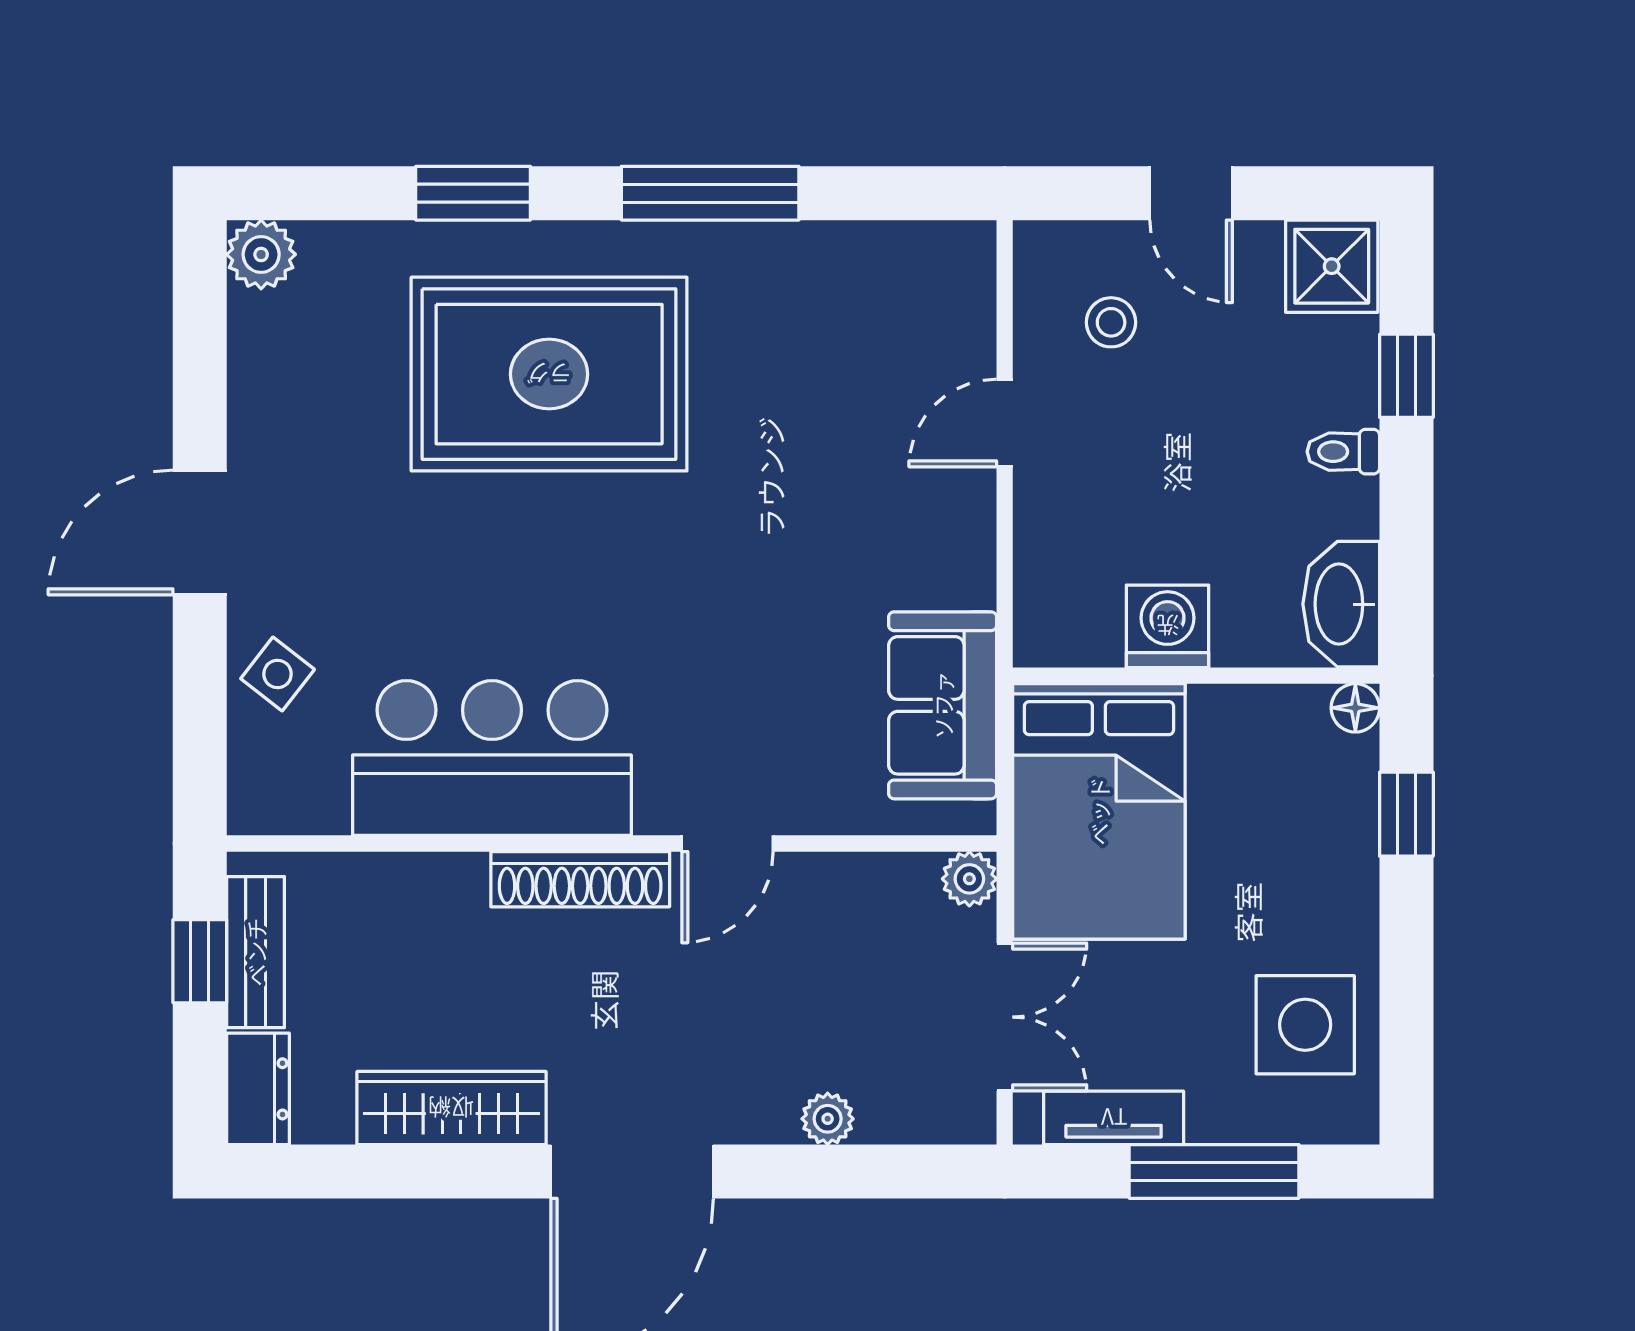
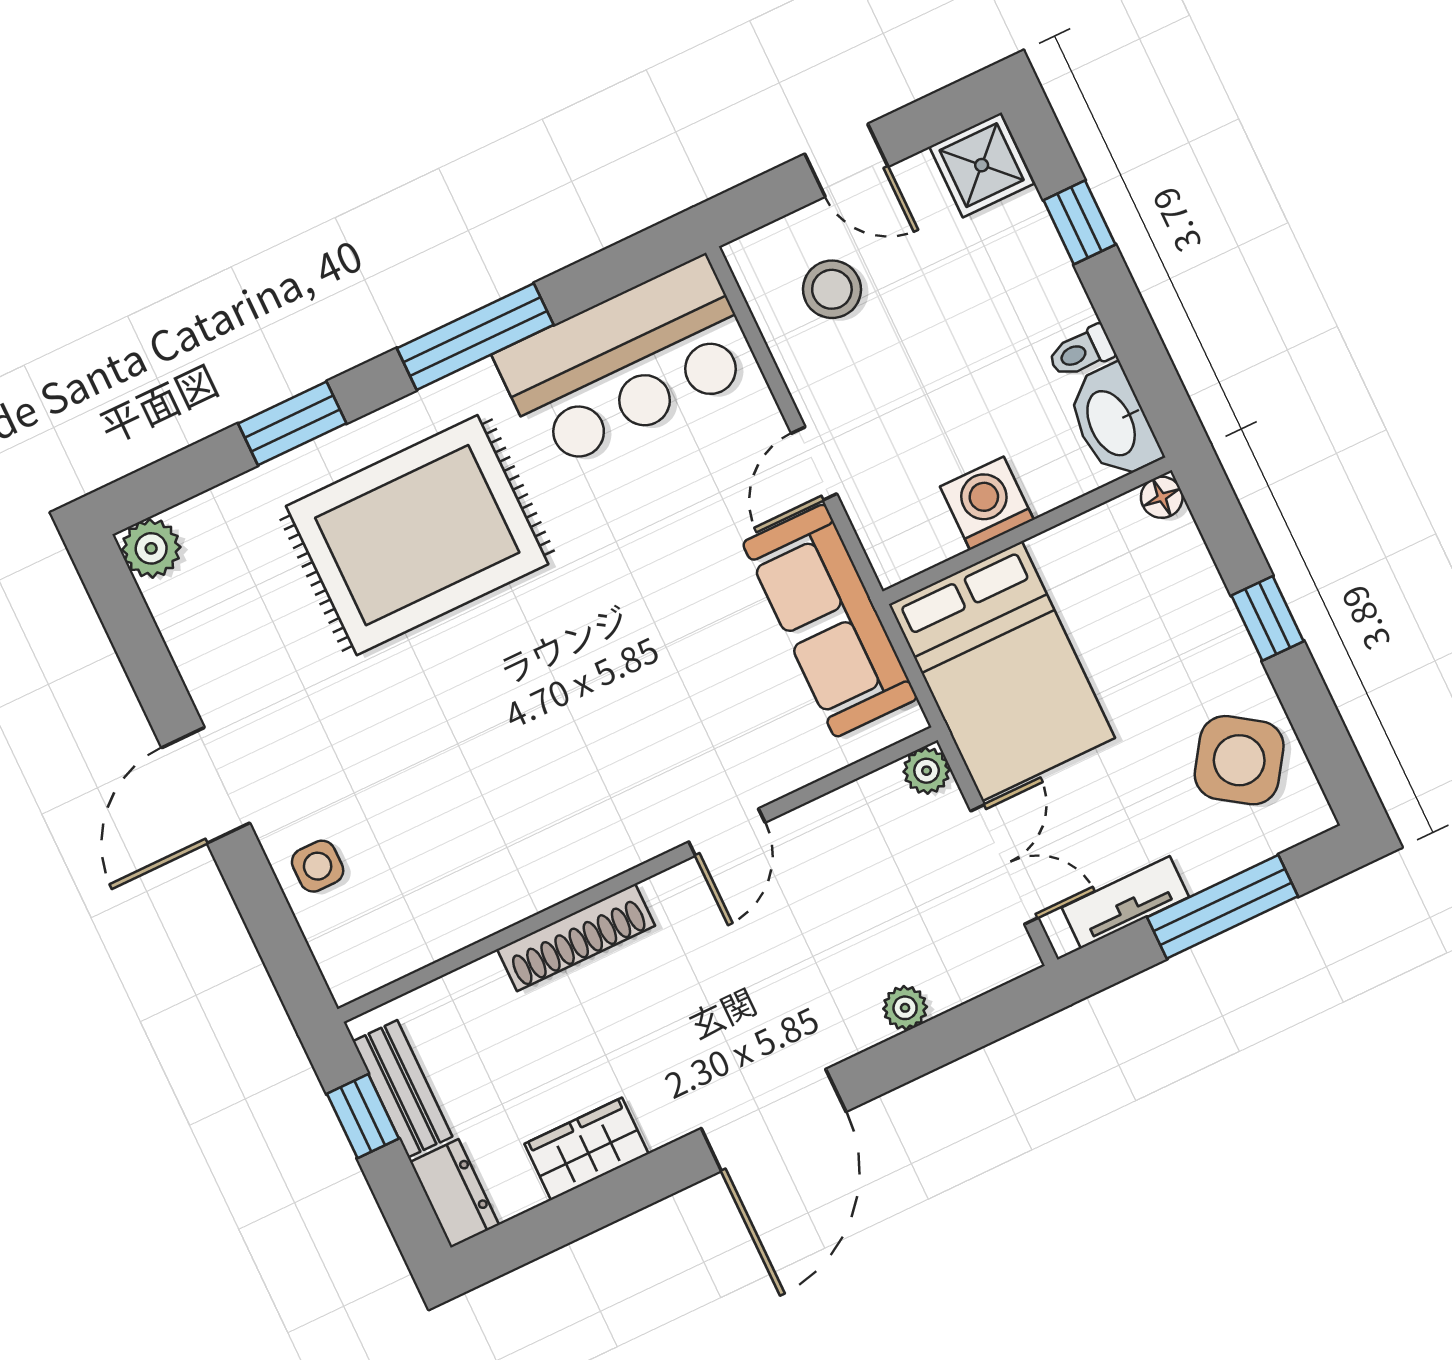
stool: (1111, 322) -> (832, 289), width x1.37, depth x1.37
door: (1005, 423) -> (814, 464), moved
toilet: (1343, 452) -> (1081, 352), moved
side table: (278, 674) -> (318, 866), turned -38
sofa: (943, 705) -> (830, 621), width x1.36
bar counter: (492, 758) -> (627, 363), moved, turned 180
window: (1406, 814) -> (1268, 618), moved
shoe rack: (580, 879) -> (576, 937), moved
side table: (1305, 1025) -> (1239, 760), turned 34
wardrobe: (451, 1108) -> (586, 1149), width x0.67

